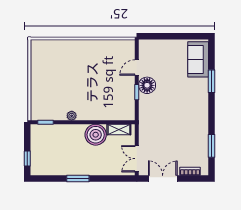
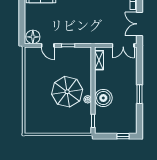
floor lamp: (147, 85) -> (33, 37), moved
parasol: (81, 91) -> (67, 92), added
boiler: (96, 135) -> (103, 98), moved

